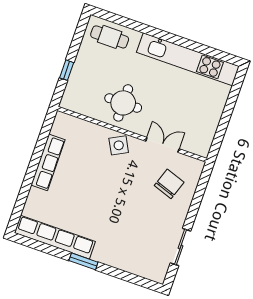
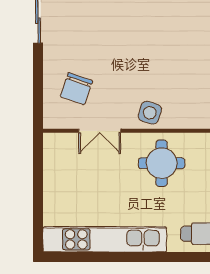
side table: (119, 145) -> (150, 113), turned 45

